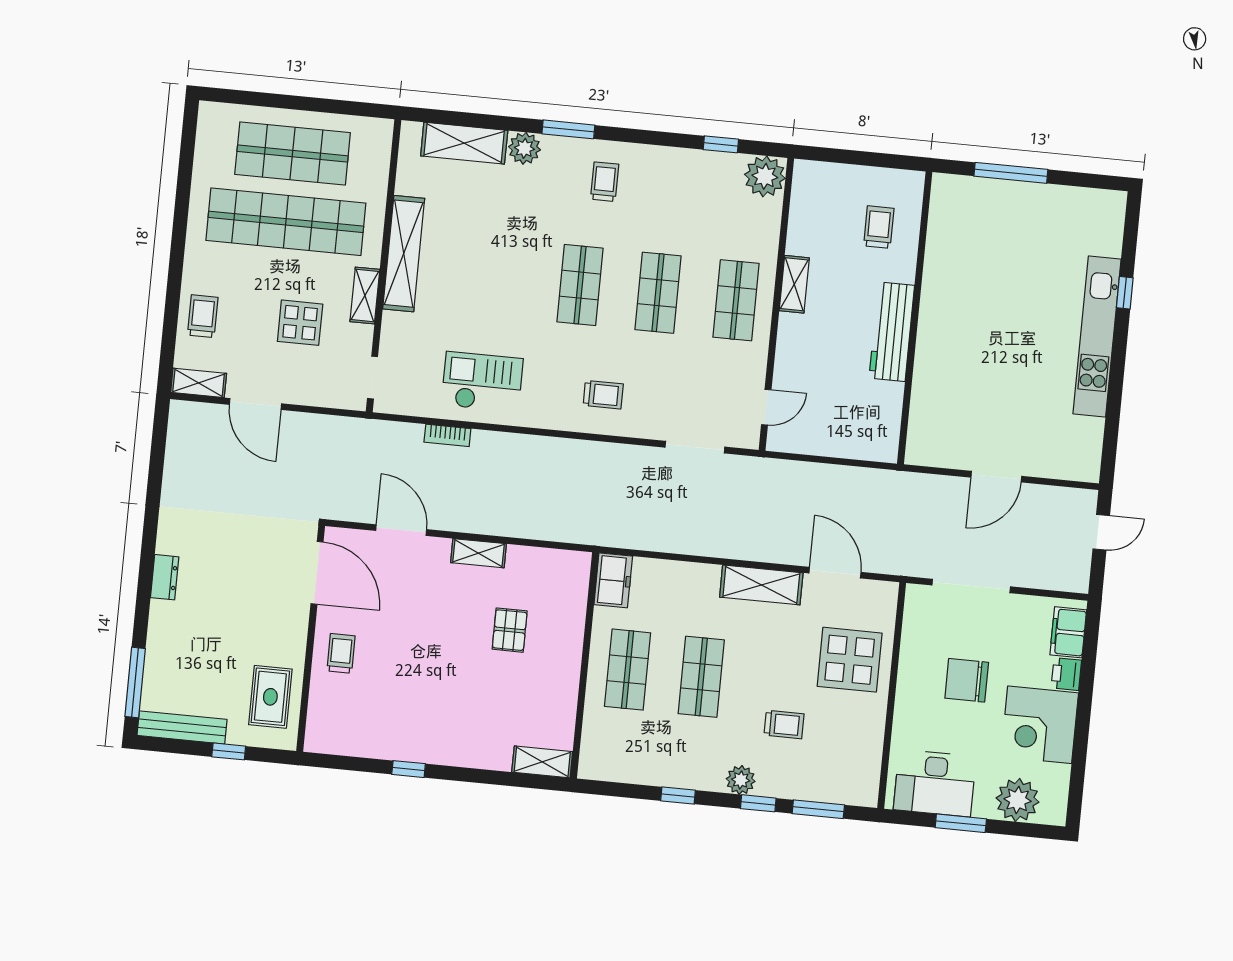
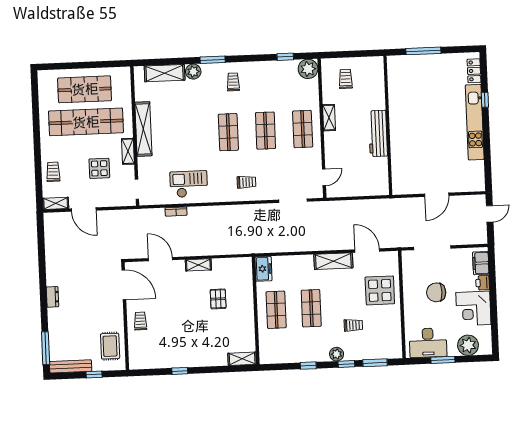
trolley: (879, 227) -> (346, 79), moved
locker: (1110, 229) -> (474, 71), added

